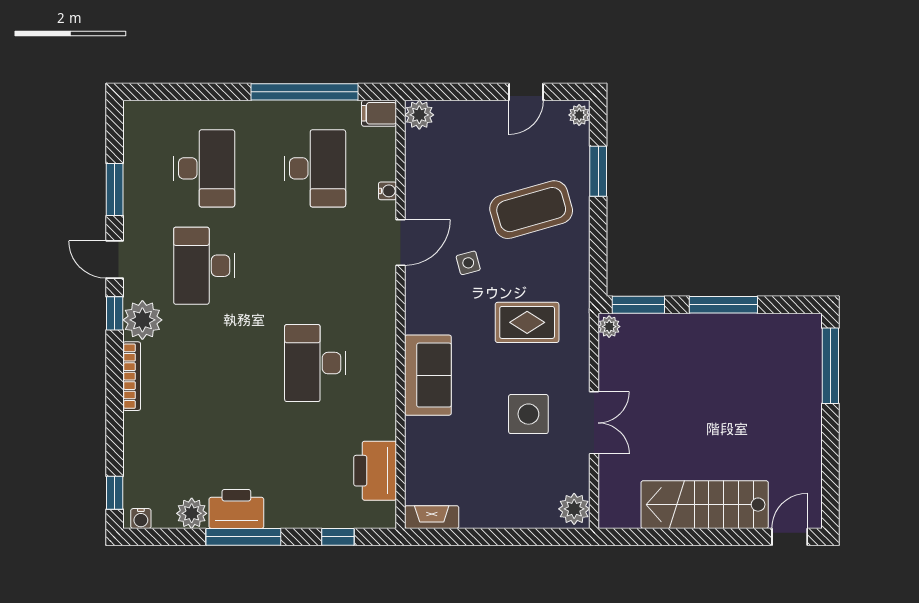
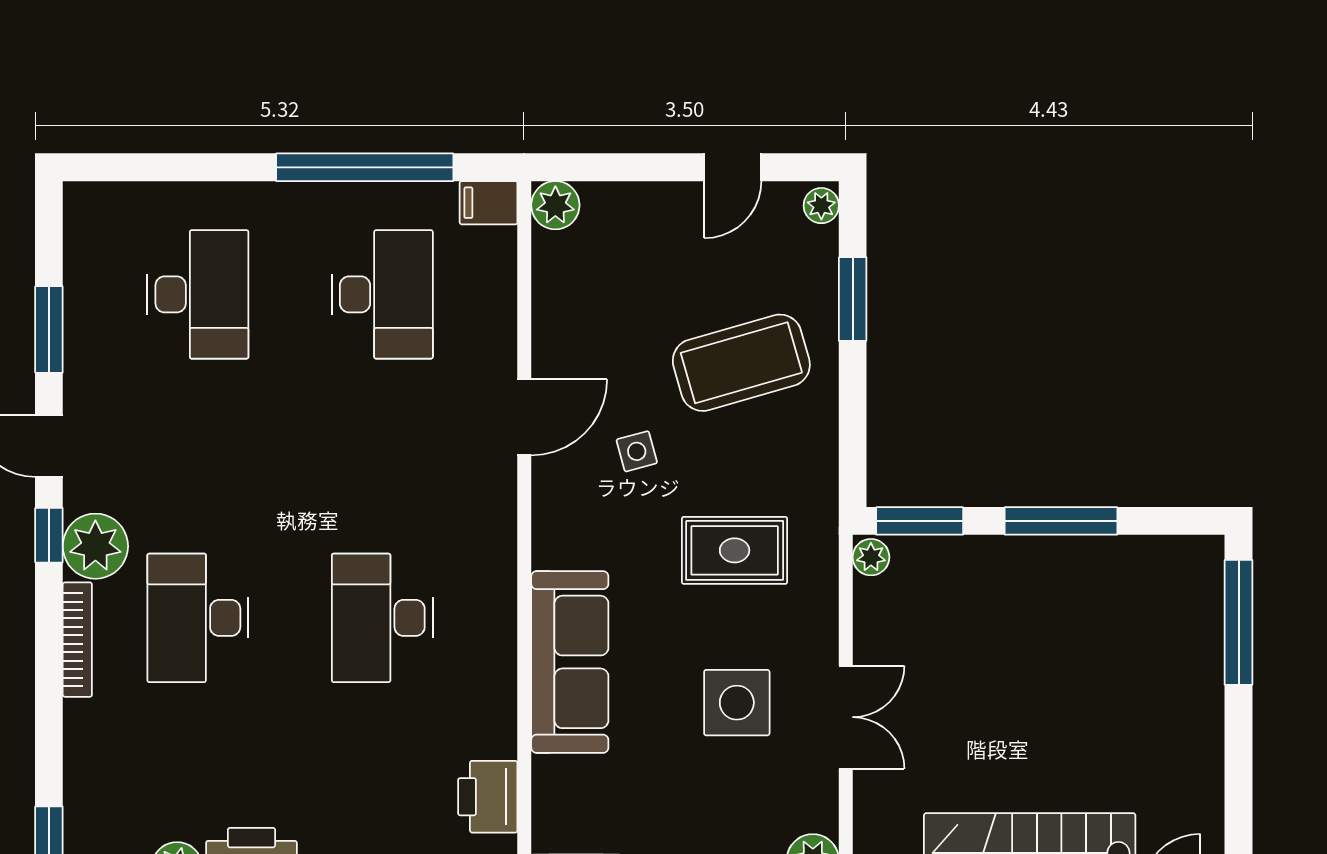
water cooler: (387, 191) -> (503, 332), removed
desk: (204, 266) -> (198, 618), moved
sofa: (428, 375) -> (570, 662), width x1.36
printer: (375, 471) -> (488, 797), width x0.73, depth x0.84

